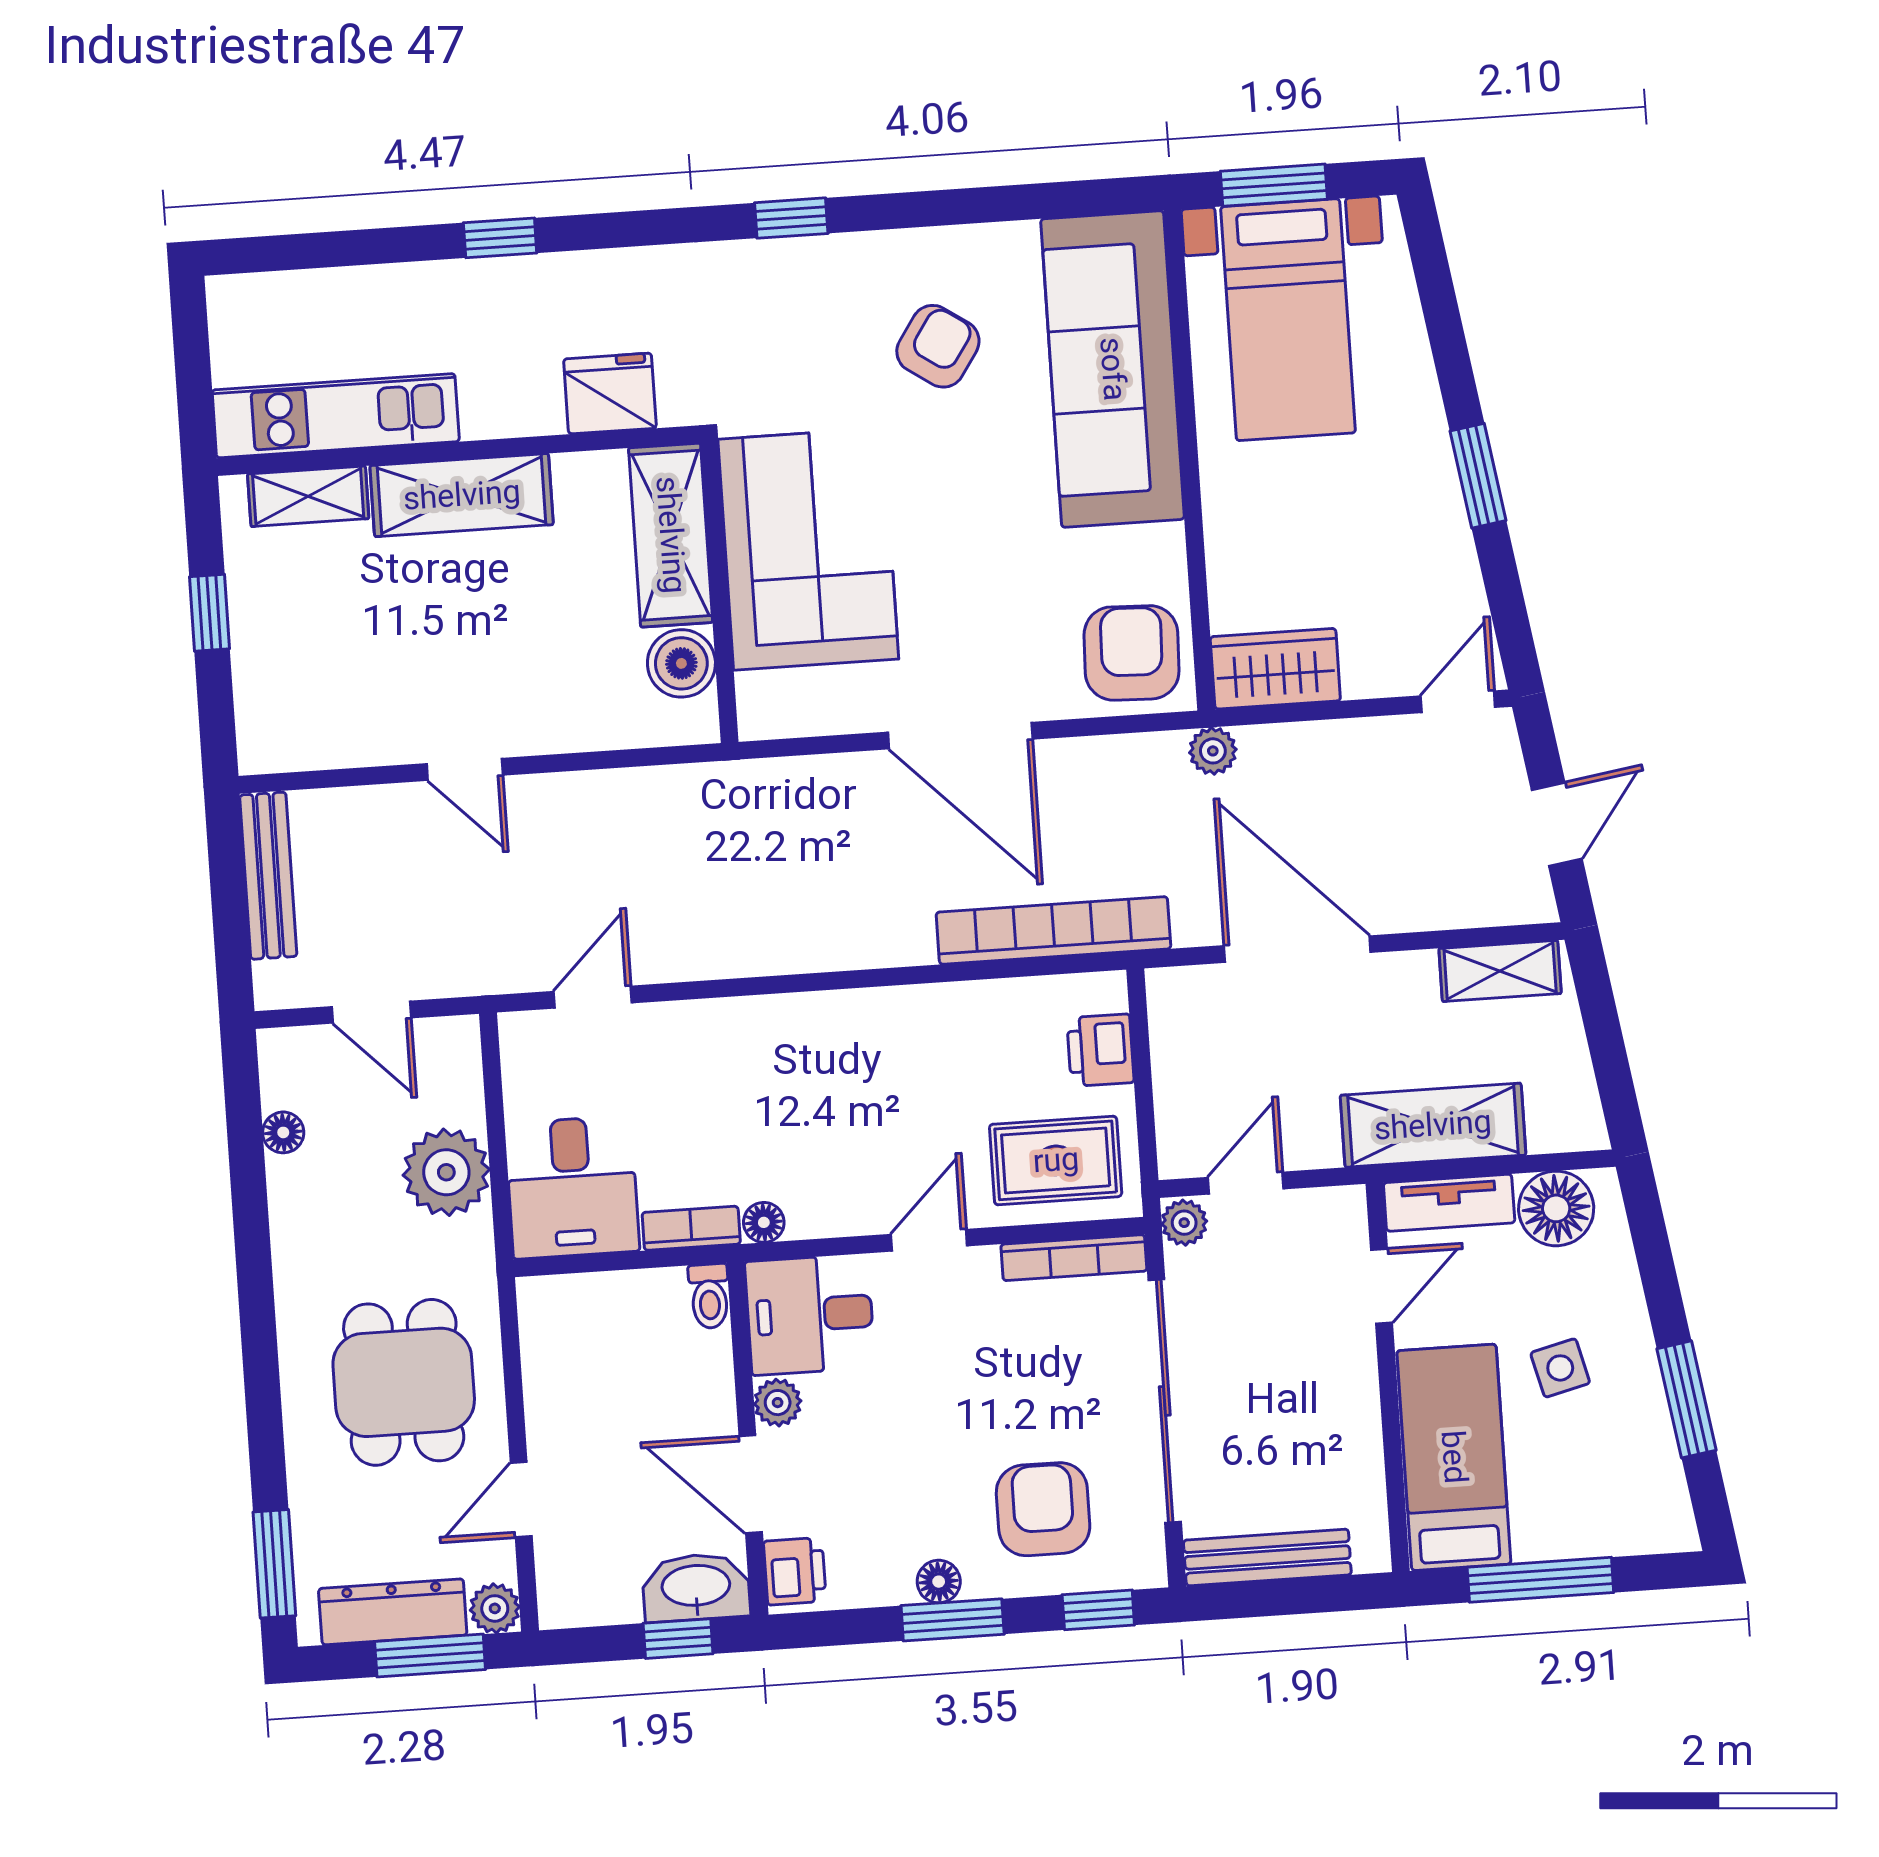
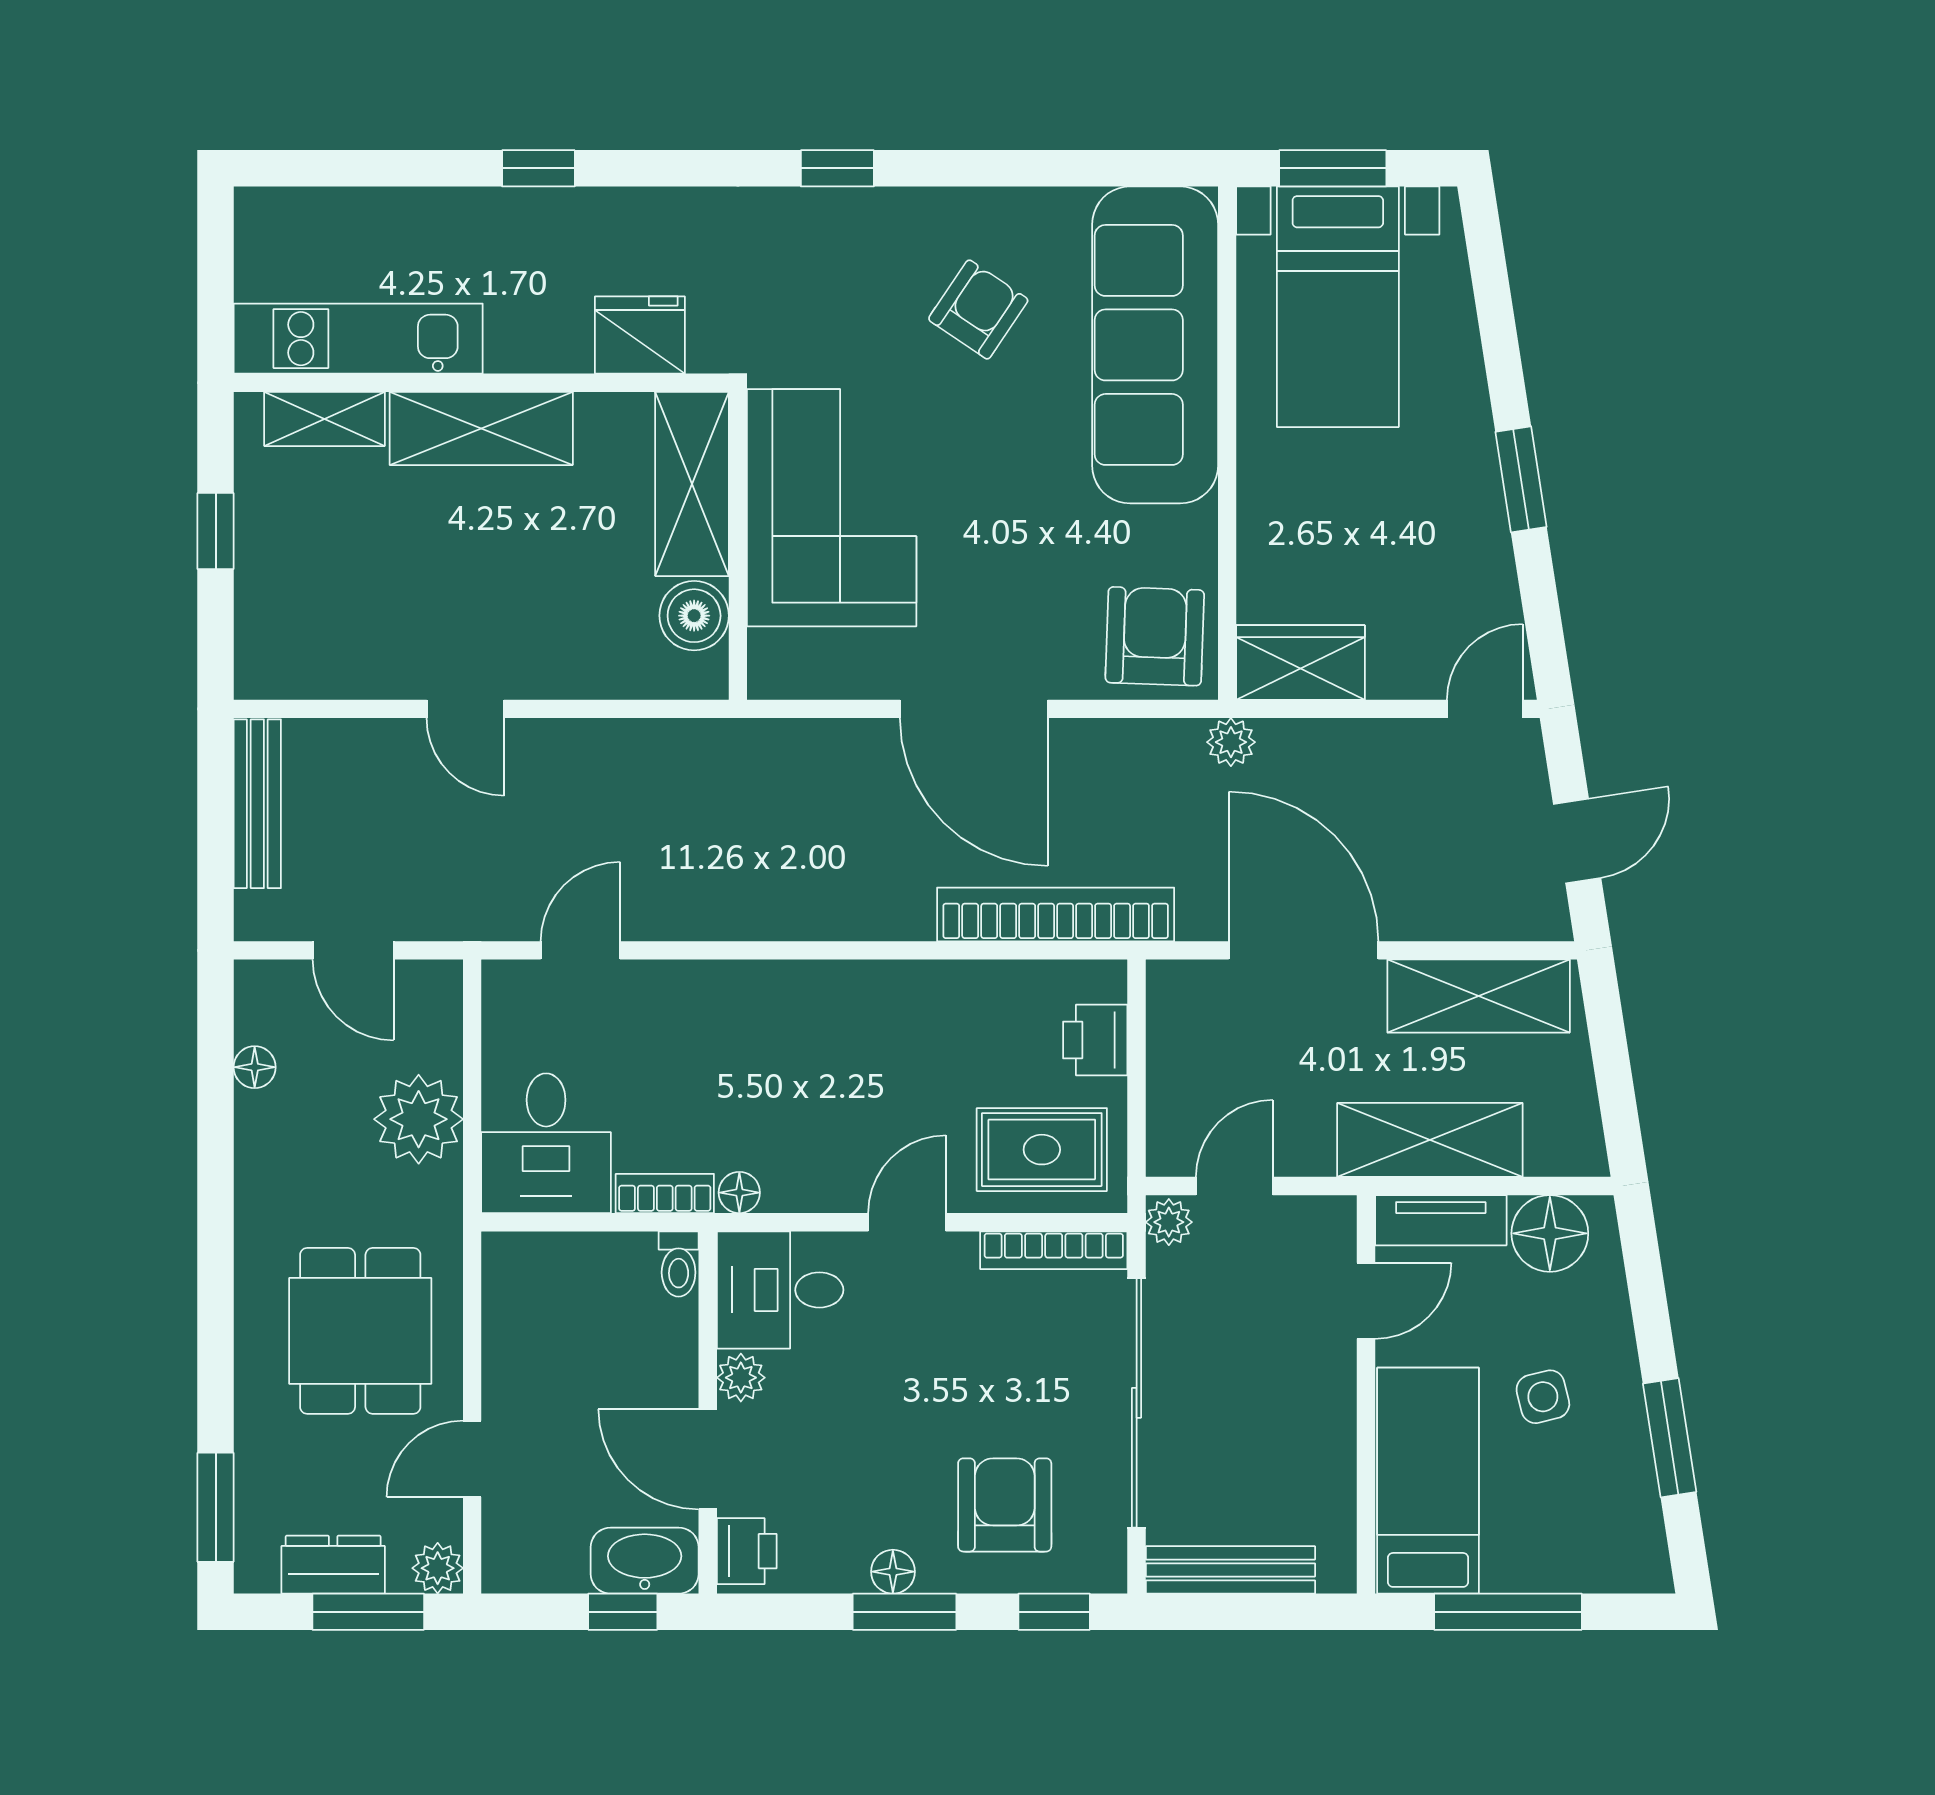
shelving: (1500, 971) -> (1479, 996), width x1.50, depth x1.33
dresser: (393, 1612) -> (333, 1565), width x0.70

